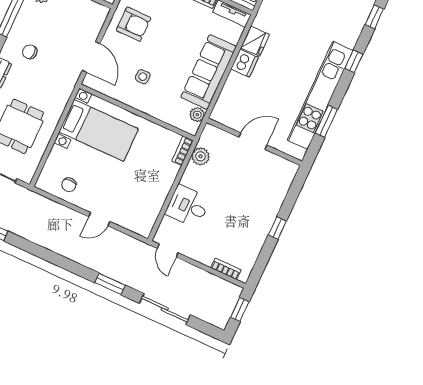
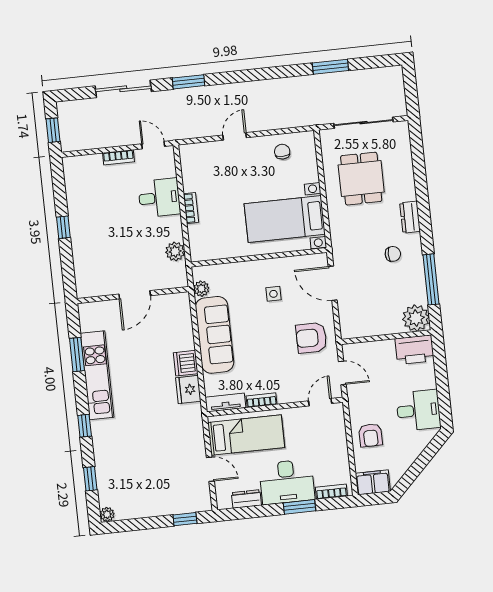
kitchen unit: (320, 95) -> (97, 375), width x0.73
bookcase: (182, 151) -> (191, 208), moved
bookcase: (226, 269) -> (118, 157), moved

